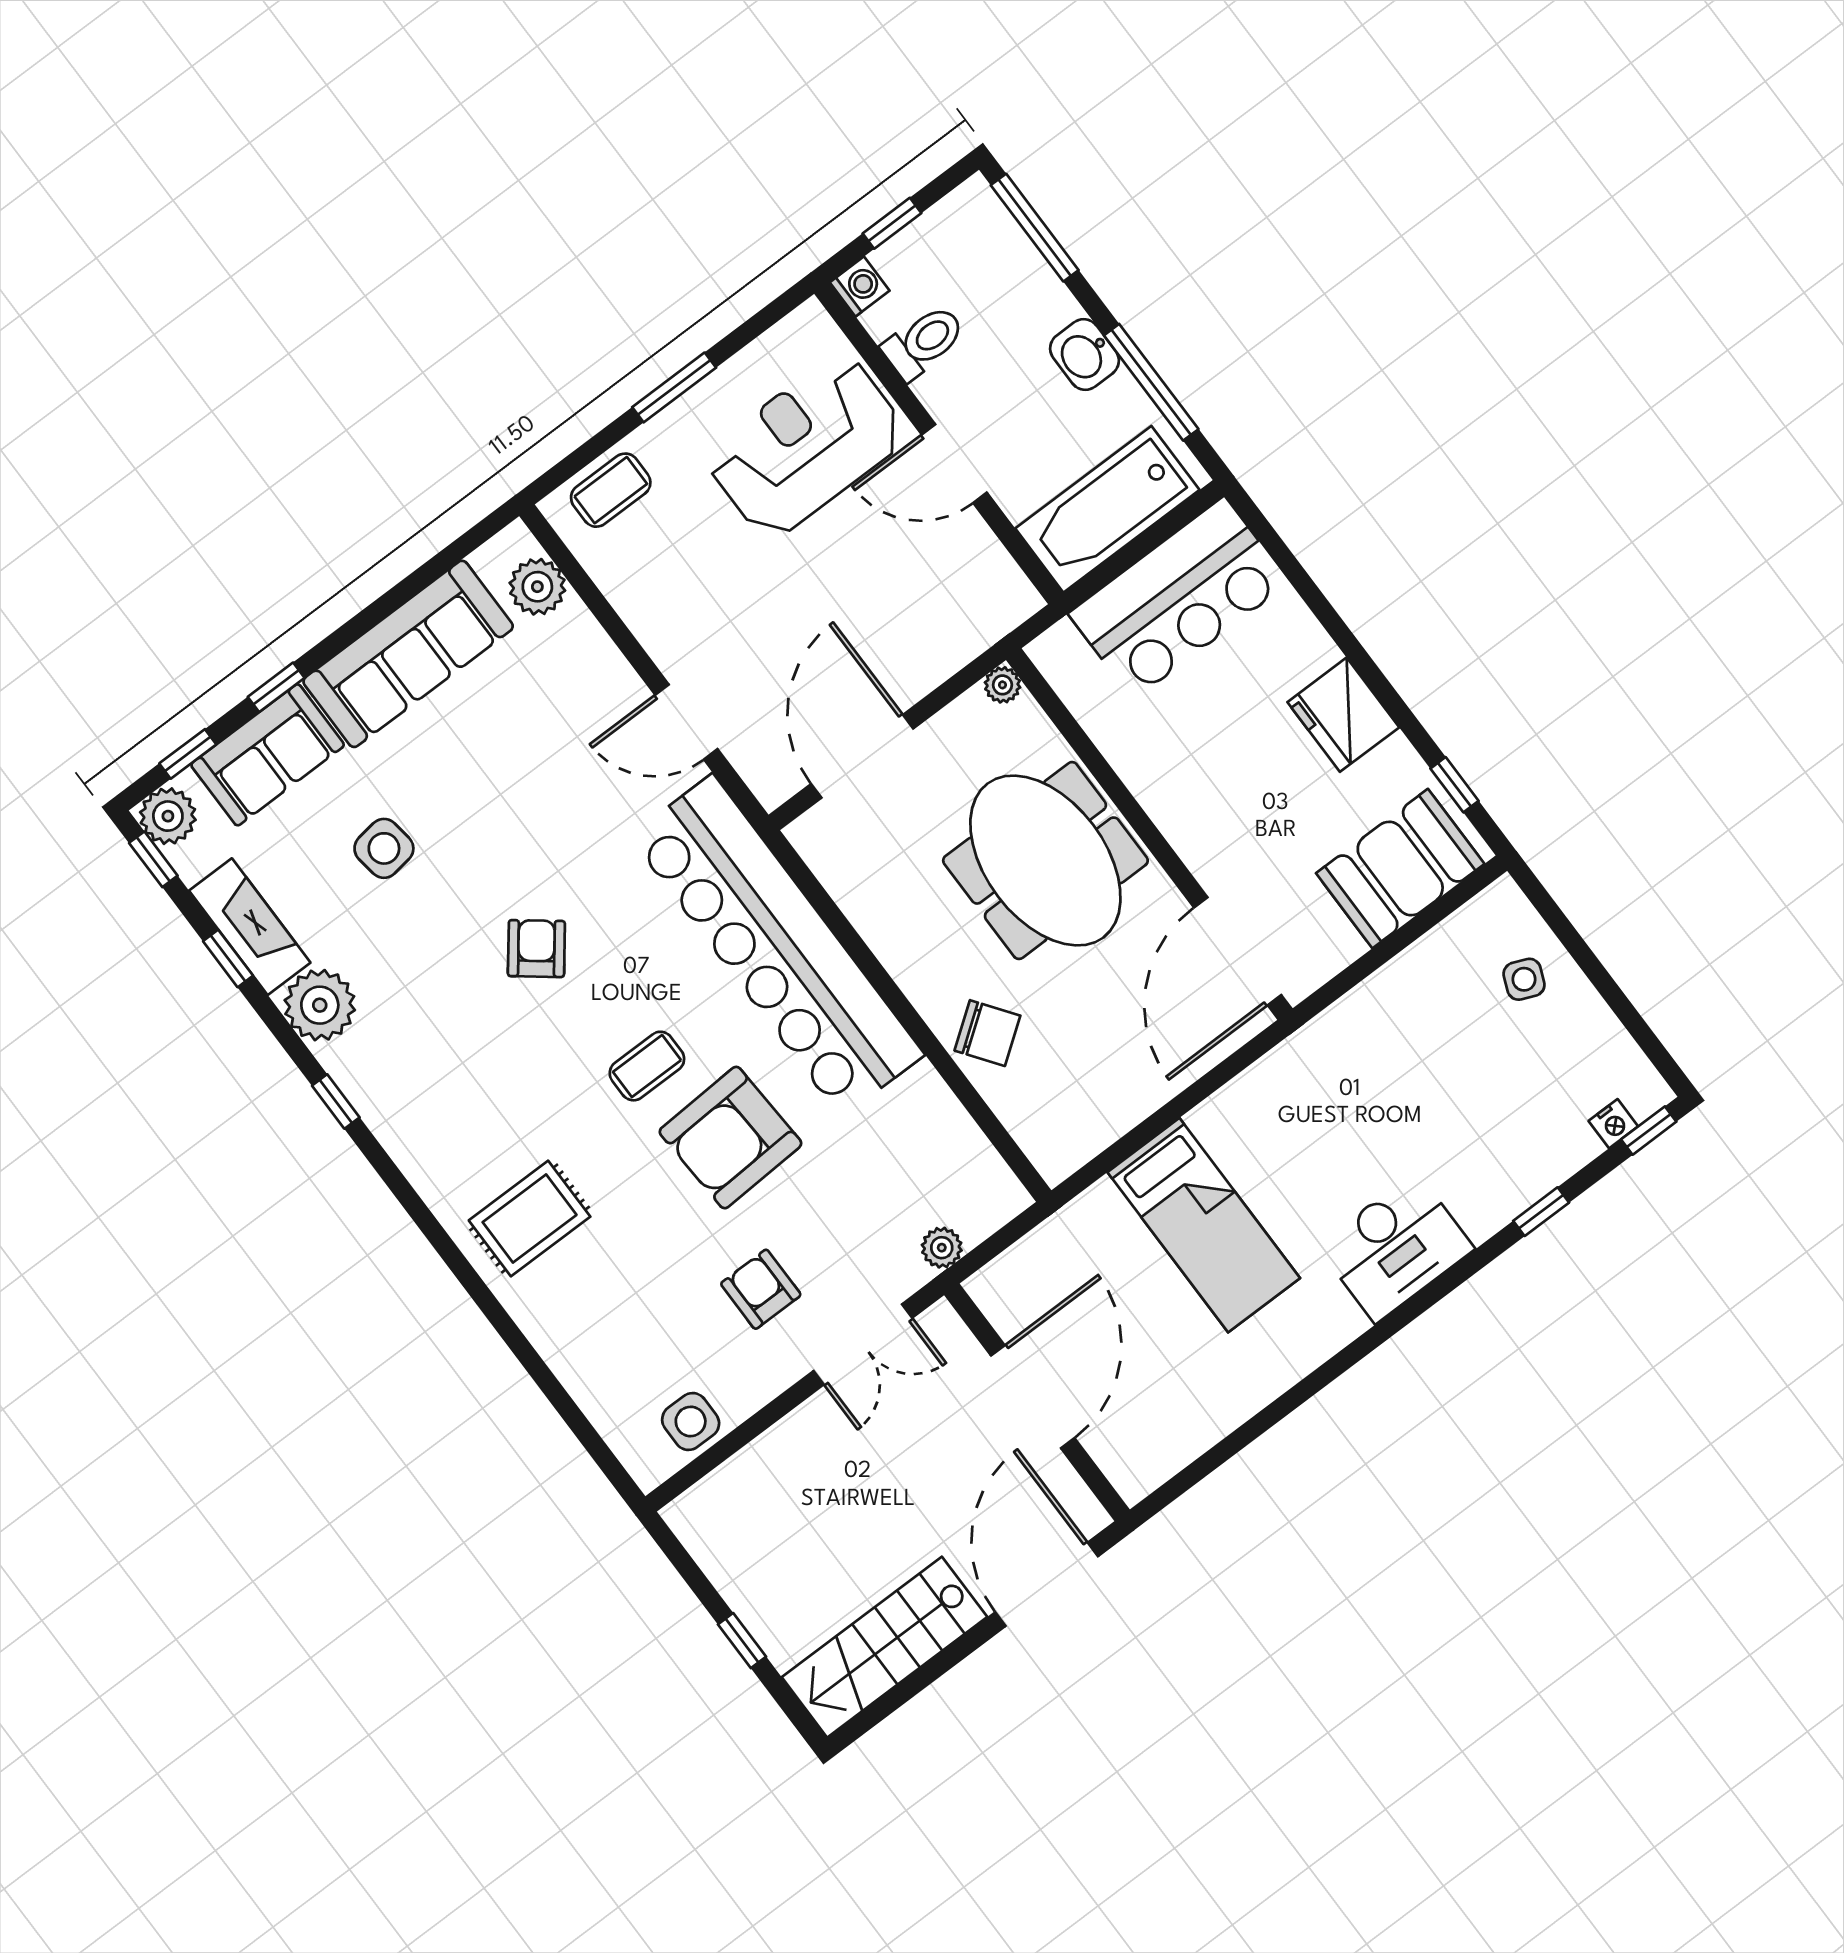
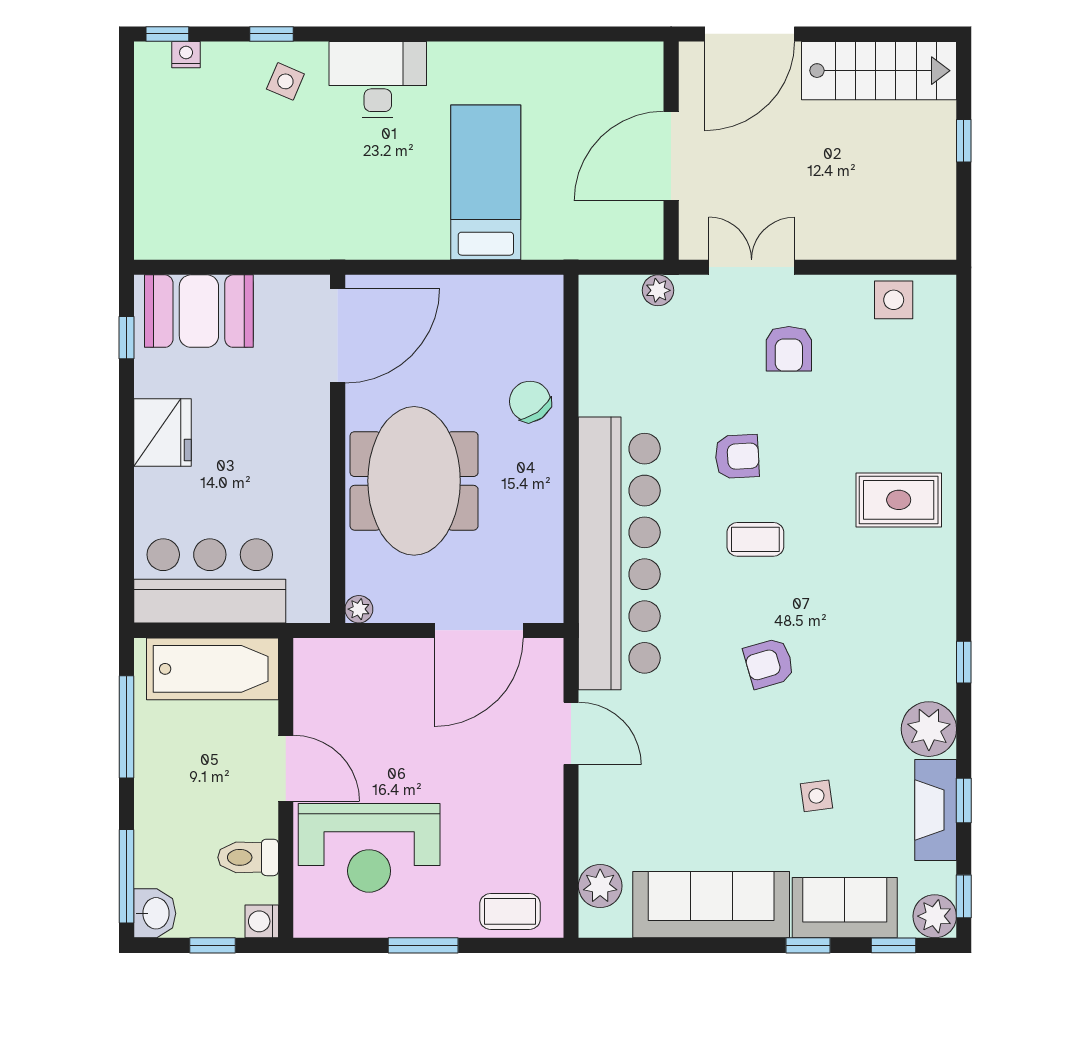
washbasin: (1084, 355) -> (155, 913), moved
side table: (384, 848) -> (816, 796), width x0.73, depth x0.73
armchair: (536, 949) -> (769, 663), turned 36
side table: (1524, 979) -> (285, 81), moved
armchair: (730, 1138) -> (737, 456), width x0.53, depth x0.53

